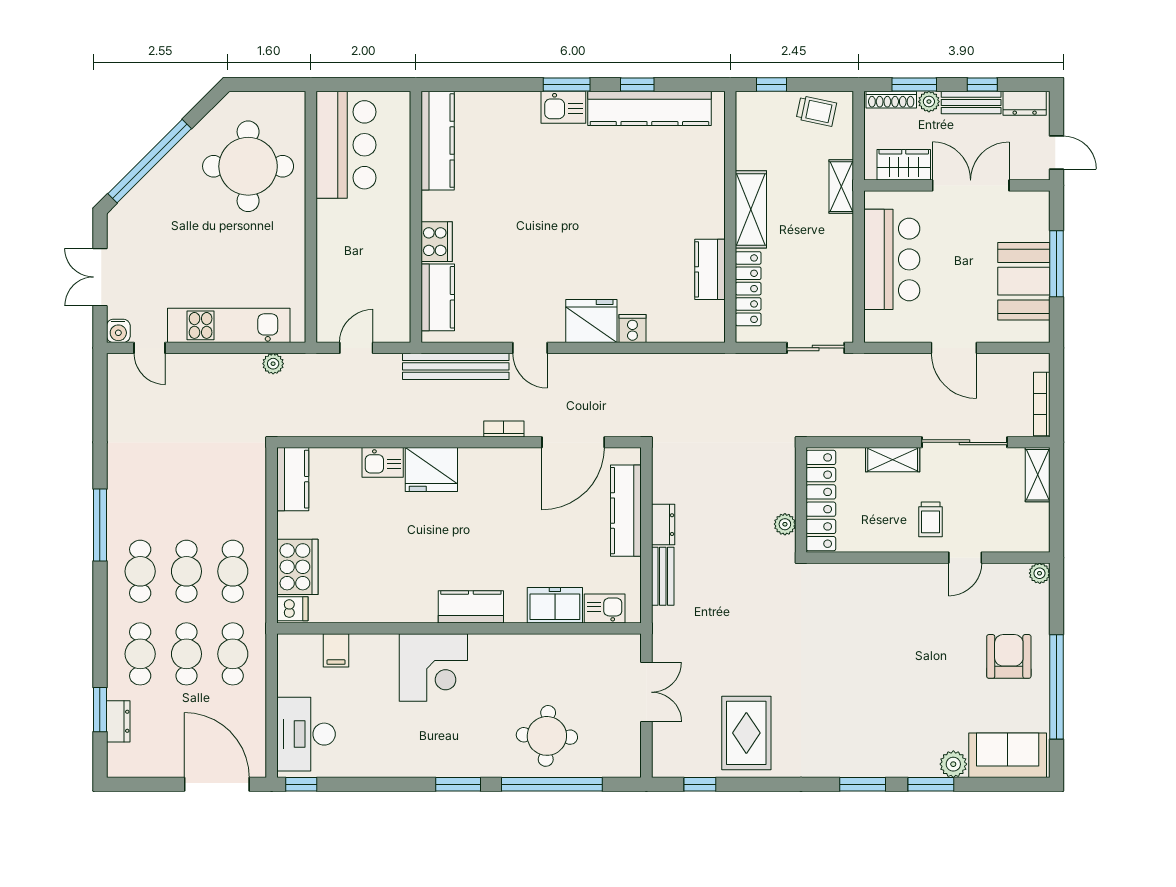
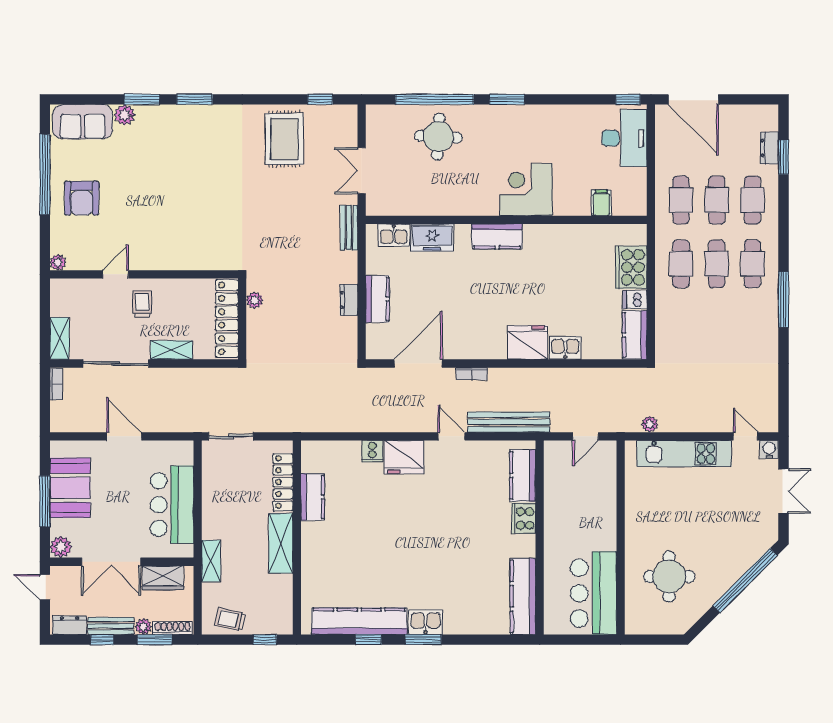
round table: (248, 166) -> (669, 577), width x0.73, depth x0.73
plant: (1036, 205) -> (61, 547), added
bookcase: (1042, 404) -> (56, 384), width x0.64
kitchen counter: (626, 511) -> (377, 299), width x0.67
bench: (663, 576) -> (349, 228), moved
dishwasher: (292, 609) -> (635, 300), moved

